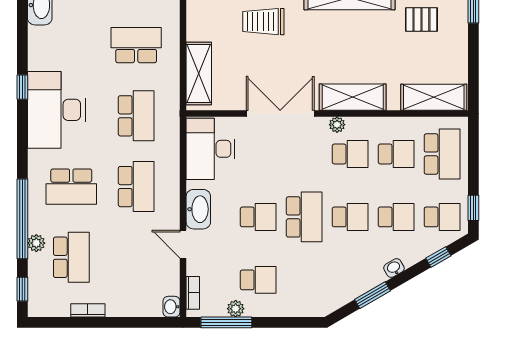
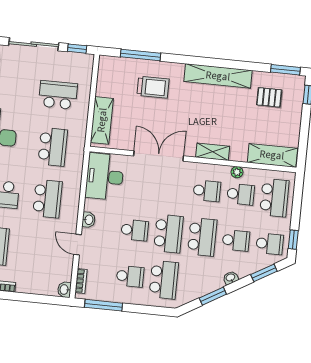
trolley: (263, 22) -> (153, 87), turned 180
shelving: (353, 97) -> (213, 152), width x0.67, depth x0.75
plant: (337, 125) -> (237, 172), moved
washbasin: (198, 209) -> (89, 220), width x0.52, depth x0.69
school desk: (350, 217) -> (202, 237), width x1.85
window: (438, 257) -> (264, 273), width x1.50
school desk: (304, 280) -> (164, 280), added
plant: (236, 309) -> (111, 296), removed

